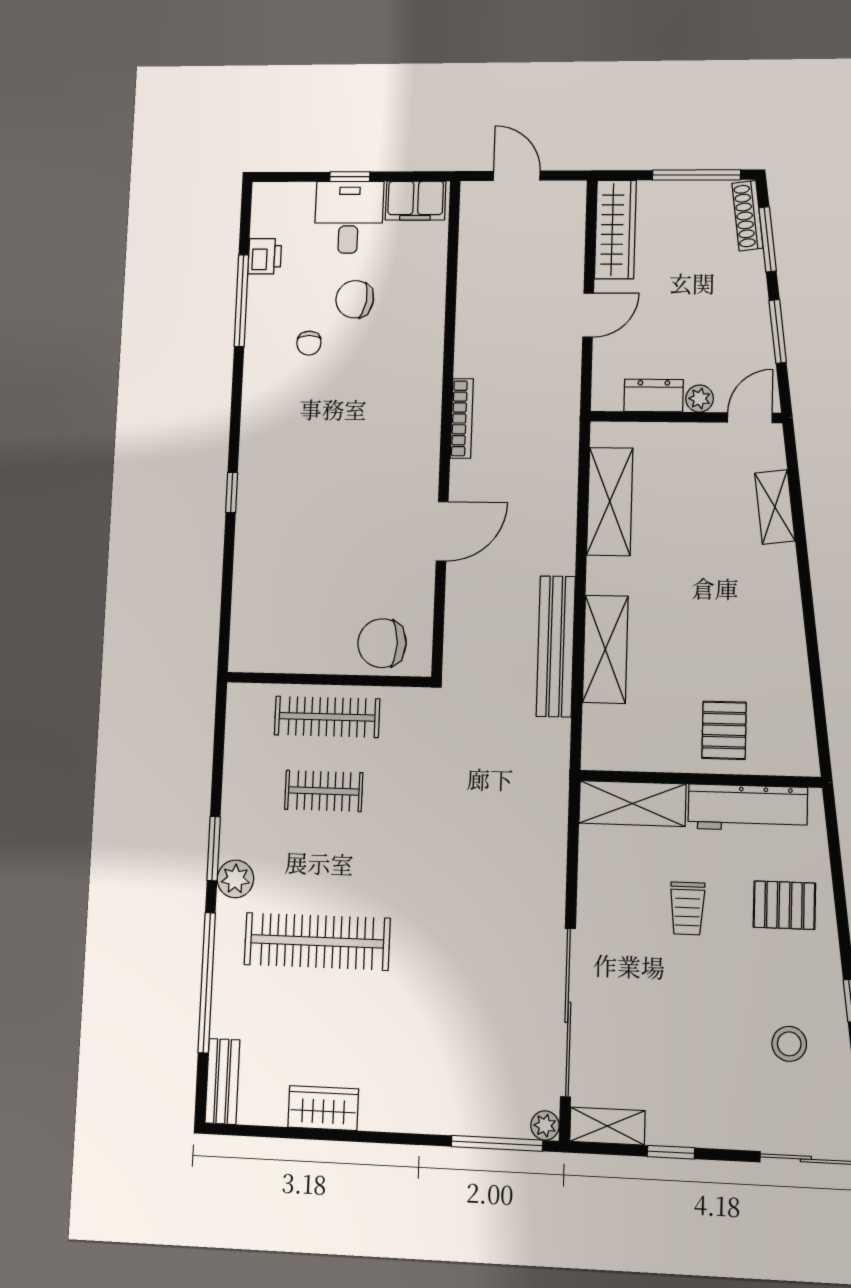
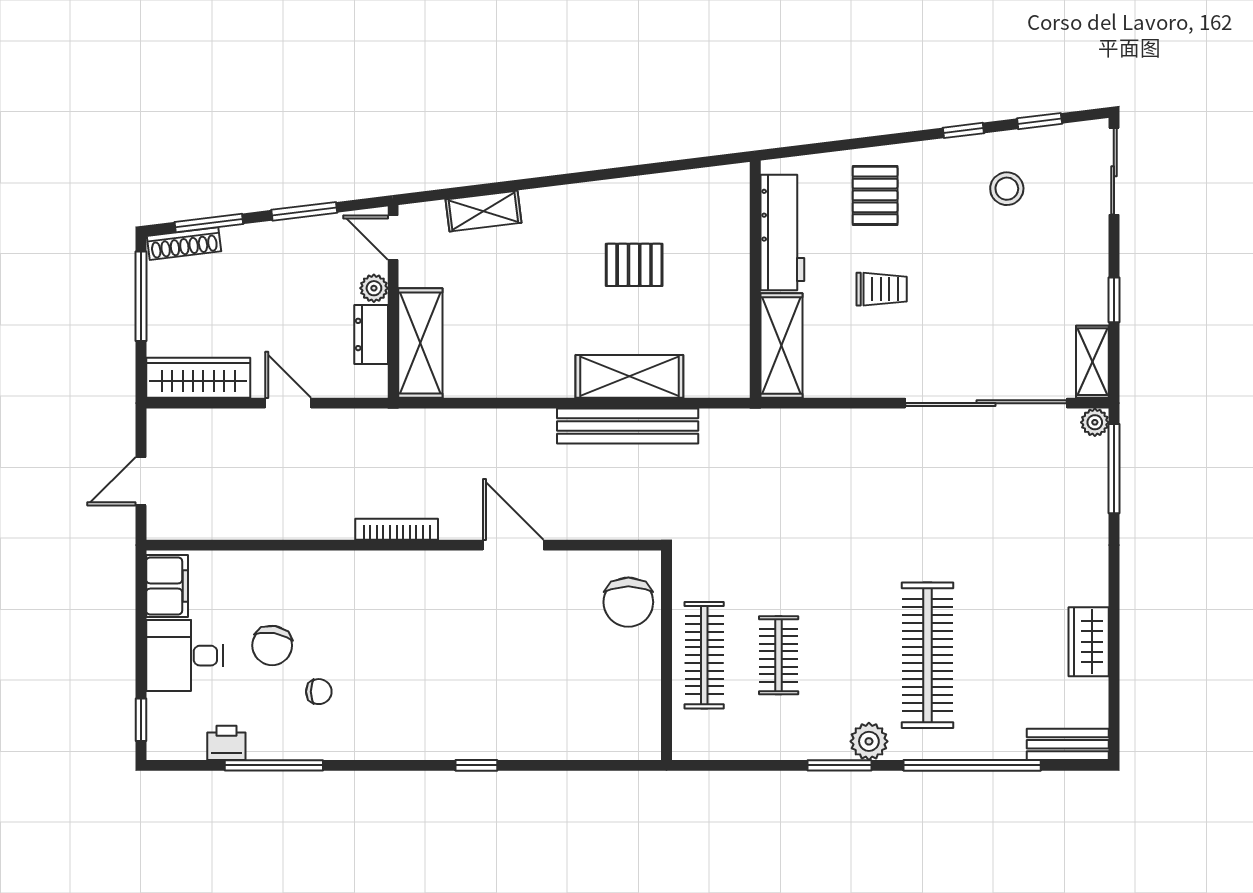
window: (350, 177) -> (141, 720), moved
shelving: (610, 501) -> (420, 343), moved, turned 90
pallet: (724, 730) -> (634, 265), moved

